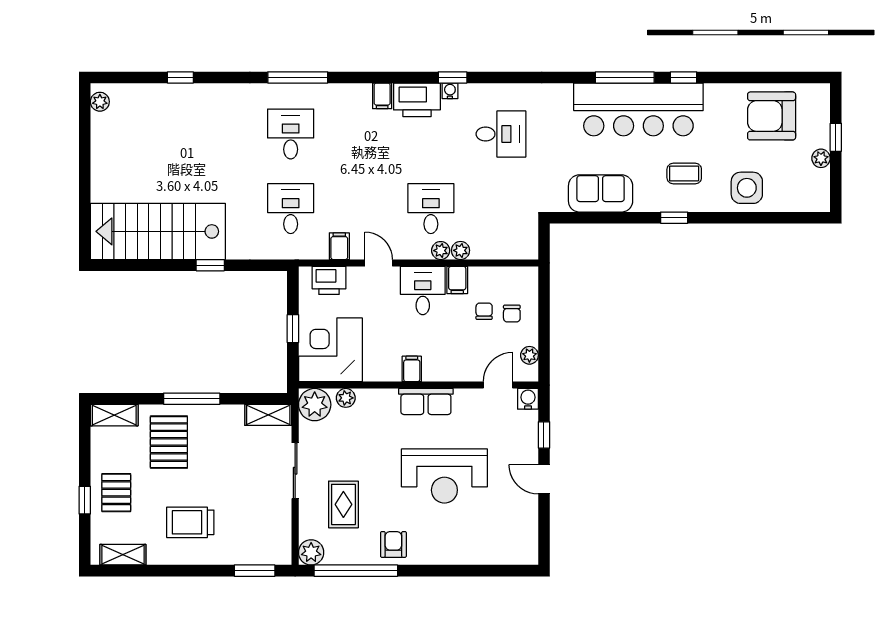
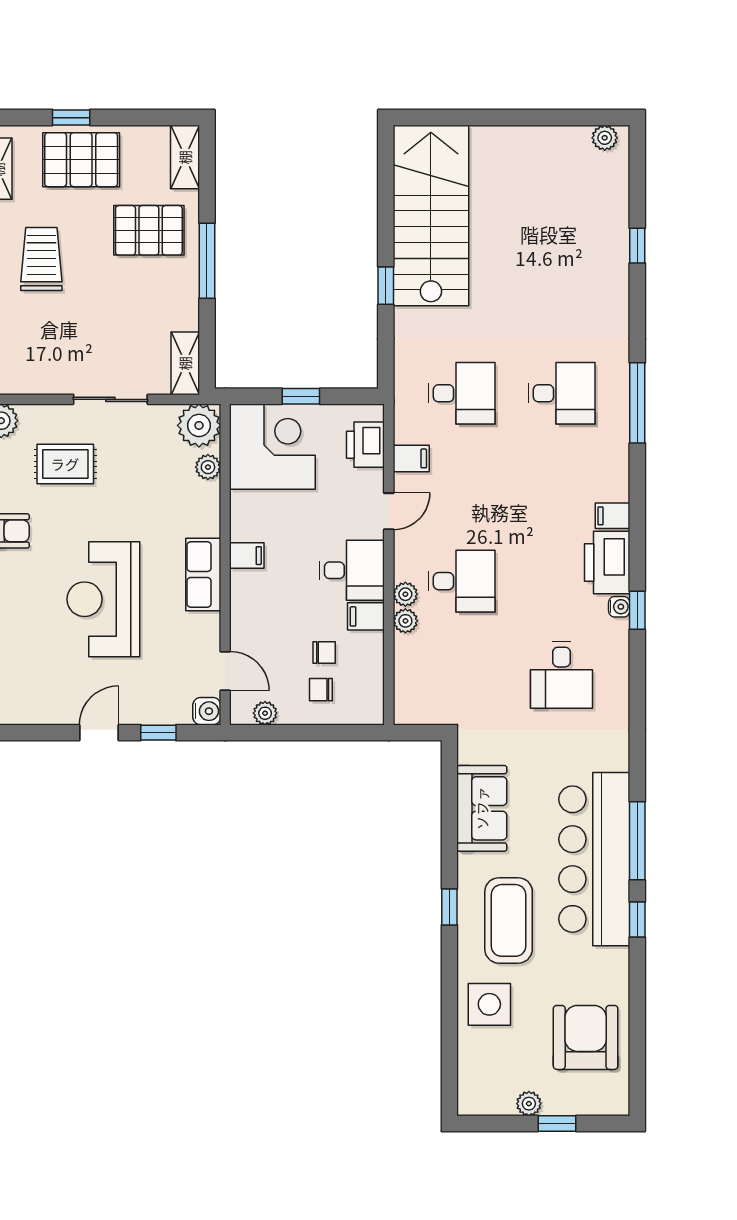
coffee table: (684, 174) -> (509, 920), width x1.86, depth x1.72
pallet: (116, 493) -> (81, 160), width x1.50, depth x1.42

